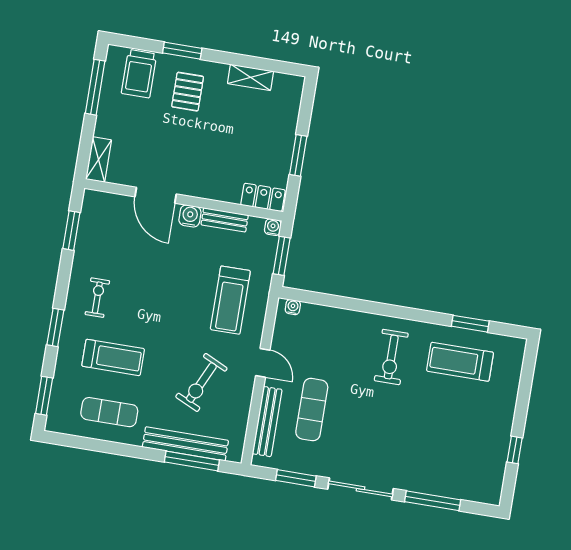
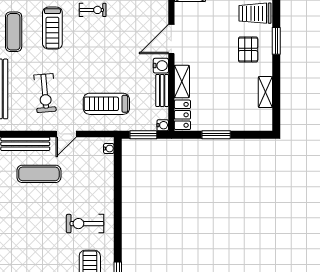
pallet: (188, 92) -> (248, 49), turned 90
shelving: (217, 191) -> (182, 81), added
exercise bike: (201, 383) -> (45, 93), turned -120

